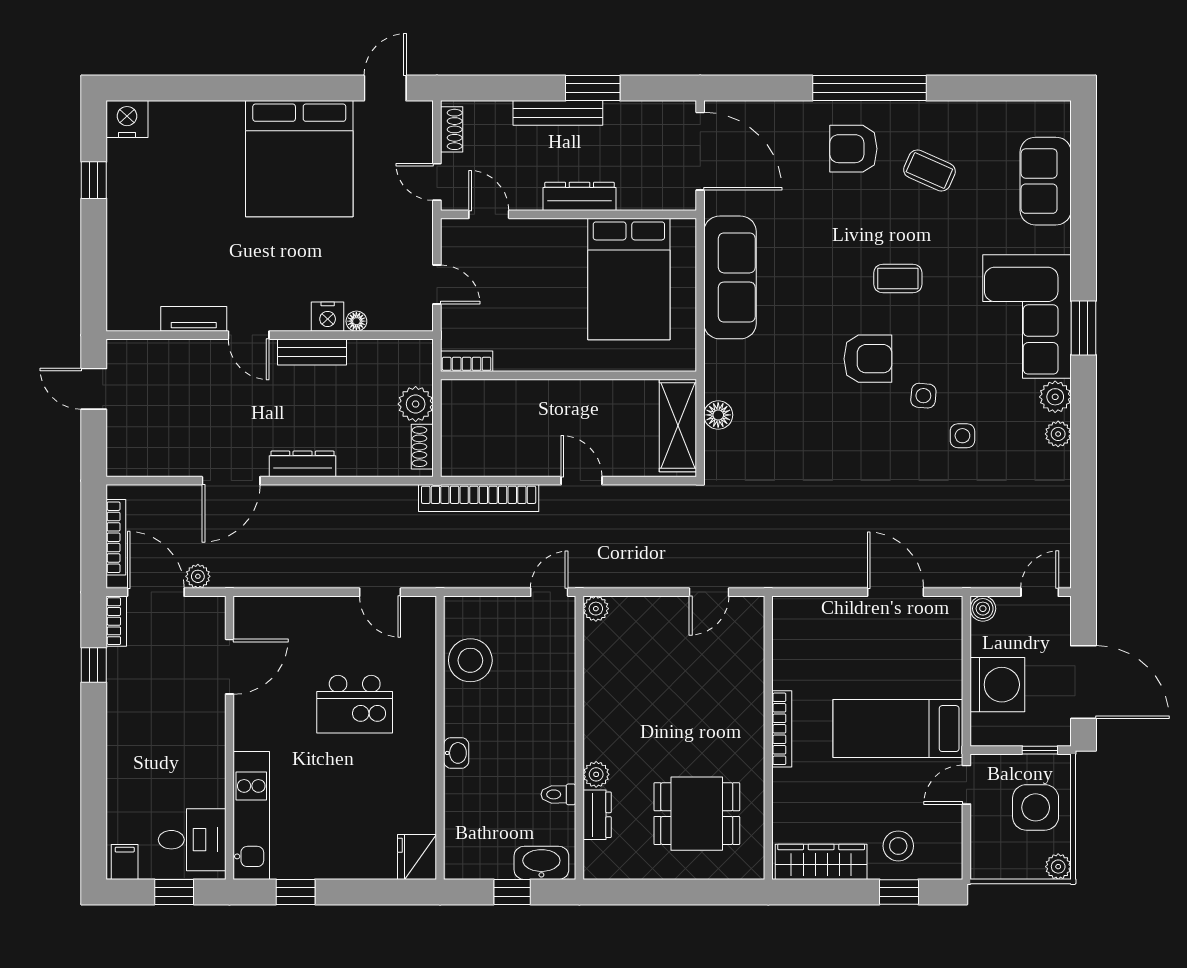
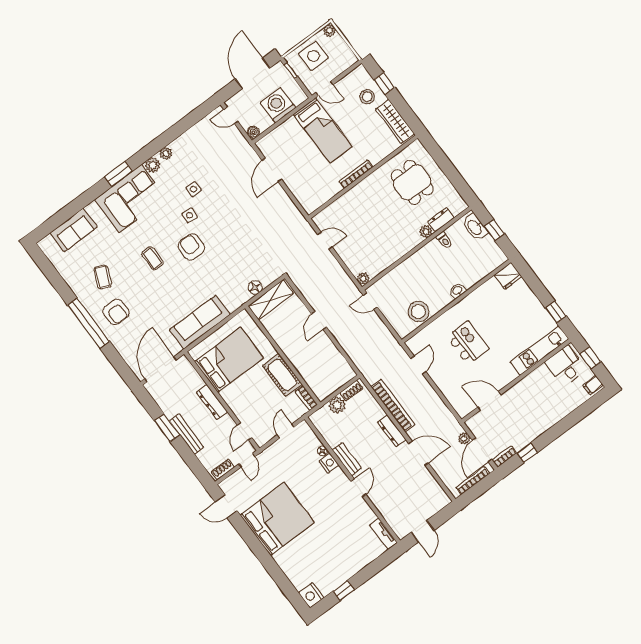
tv unit: (194, 319) -> (383, 534), moved
cot: (536, 350) -> (282, 375), added
bookcase: (479, 498) -> (393, 406), moved

